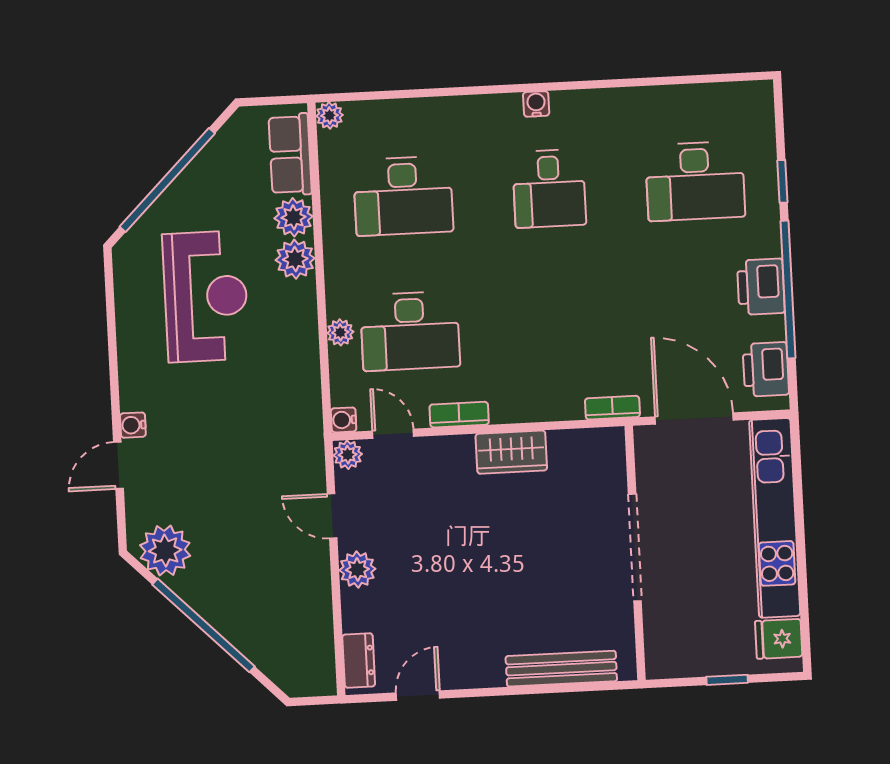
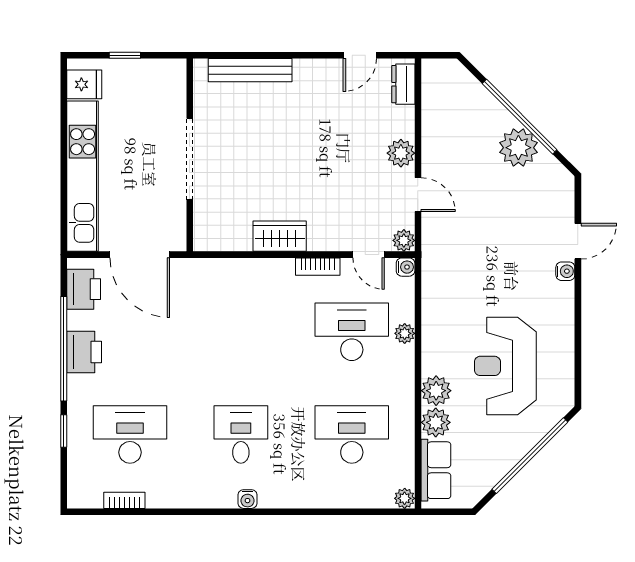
bookcase: (612, 408) -> (124, 500), moved, turned 180
plant: (165, 550) -> (518, 148), moved

